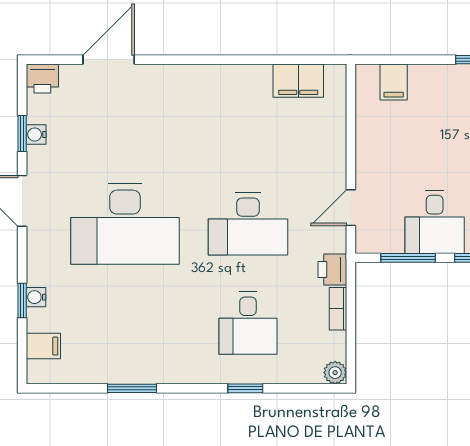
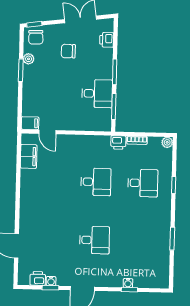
printer: (42, 78) -> (38, 278), moved, turned -90
filing cabinet: (394, 82) -> (30, 123), moved
door: (351, 208) -> (47, 132), moved
desk: (125, 224) -> (94, 240), width x0.53, depth x0.77
desk: (248, 224) -> (96, 182), width x0.73
filing cabinet: (43, 346) -> (151, 280), removed

